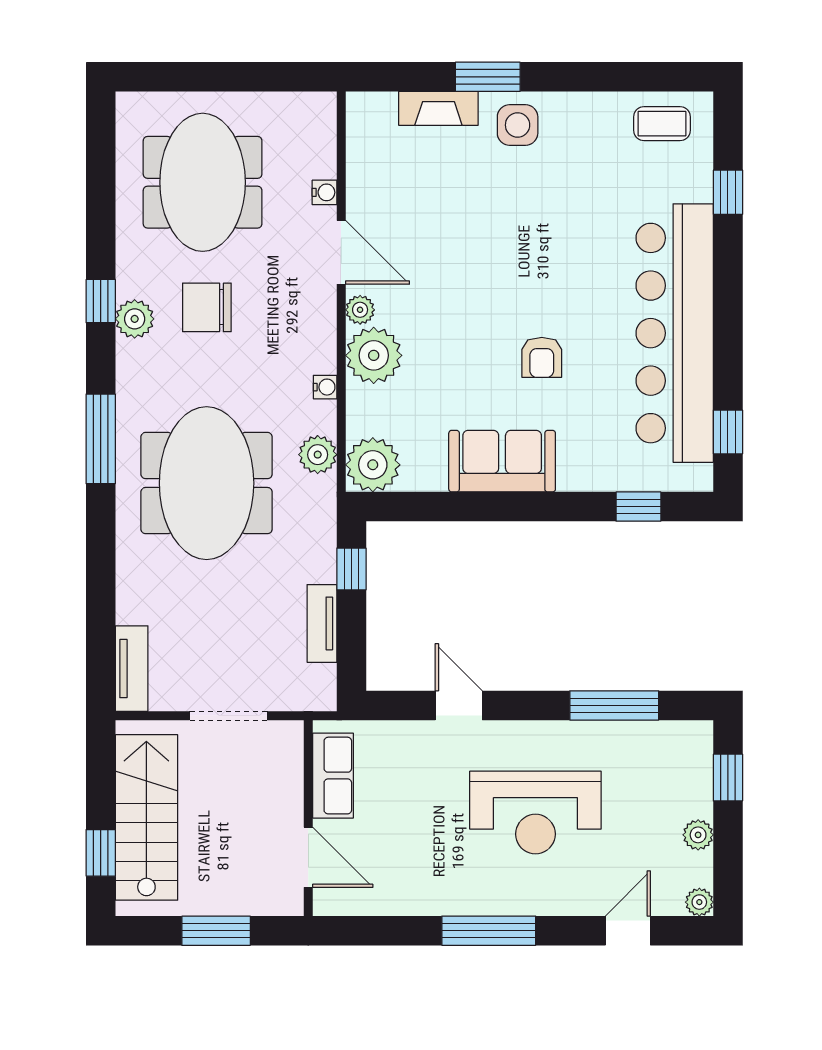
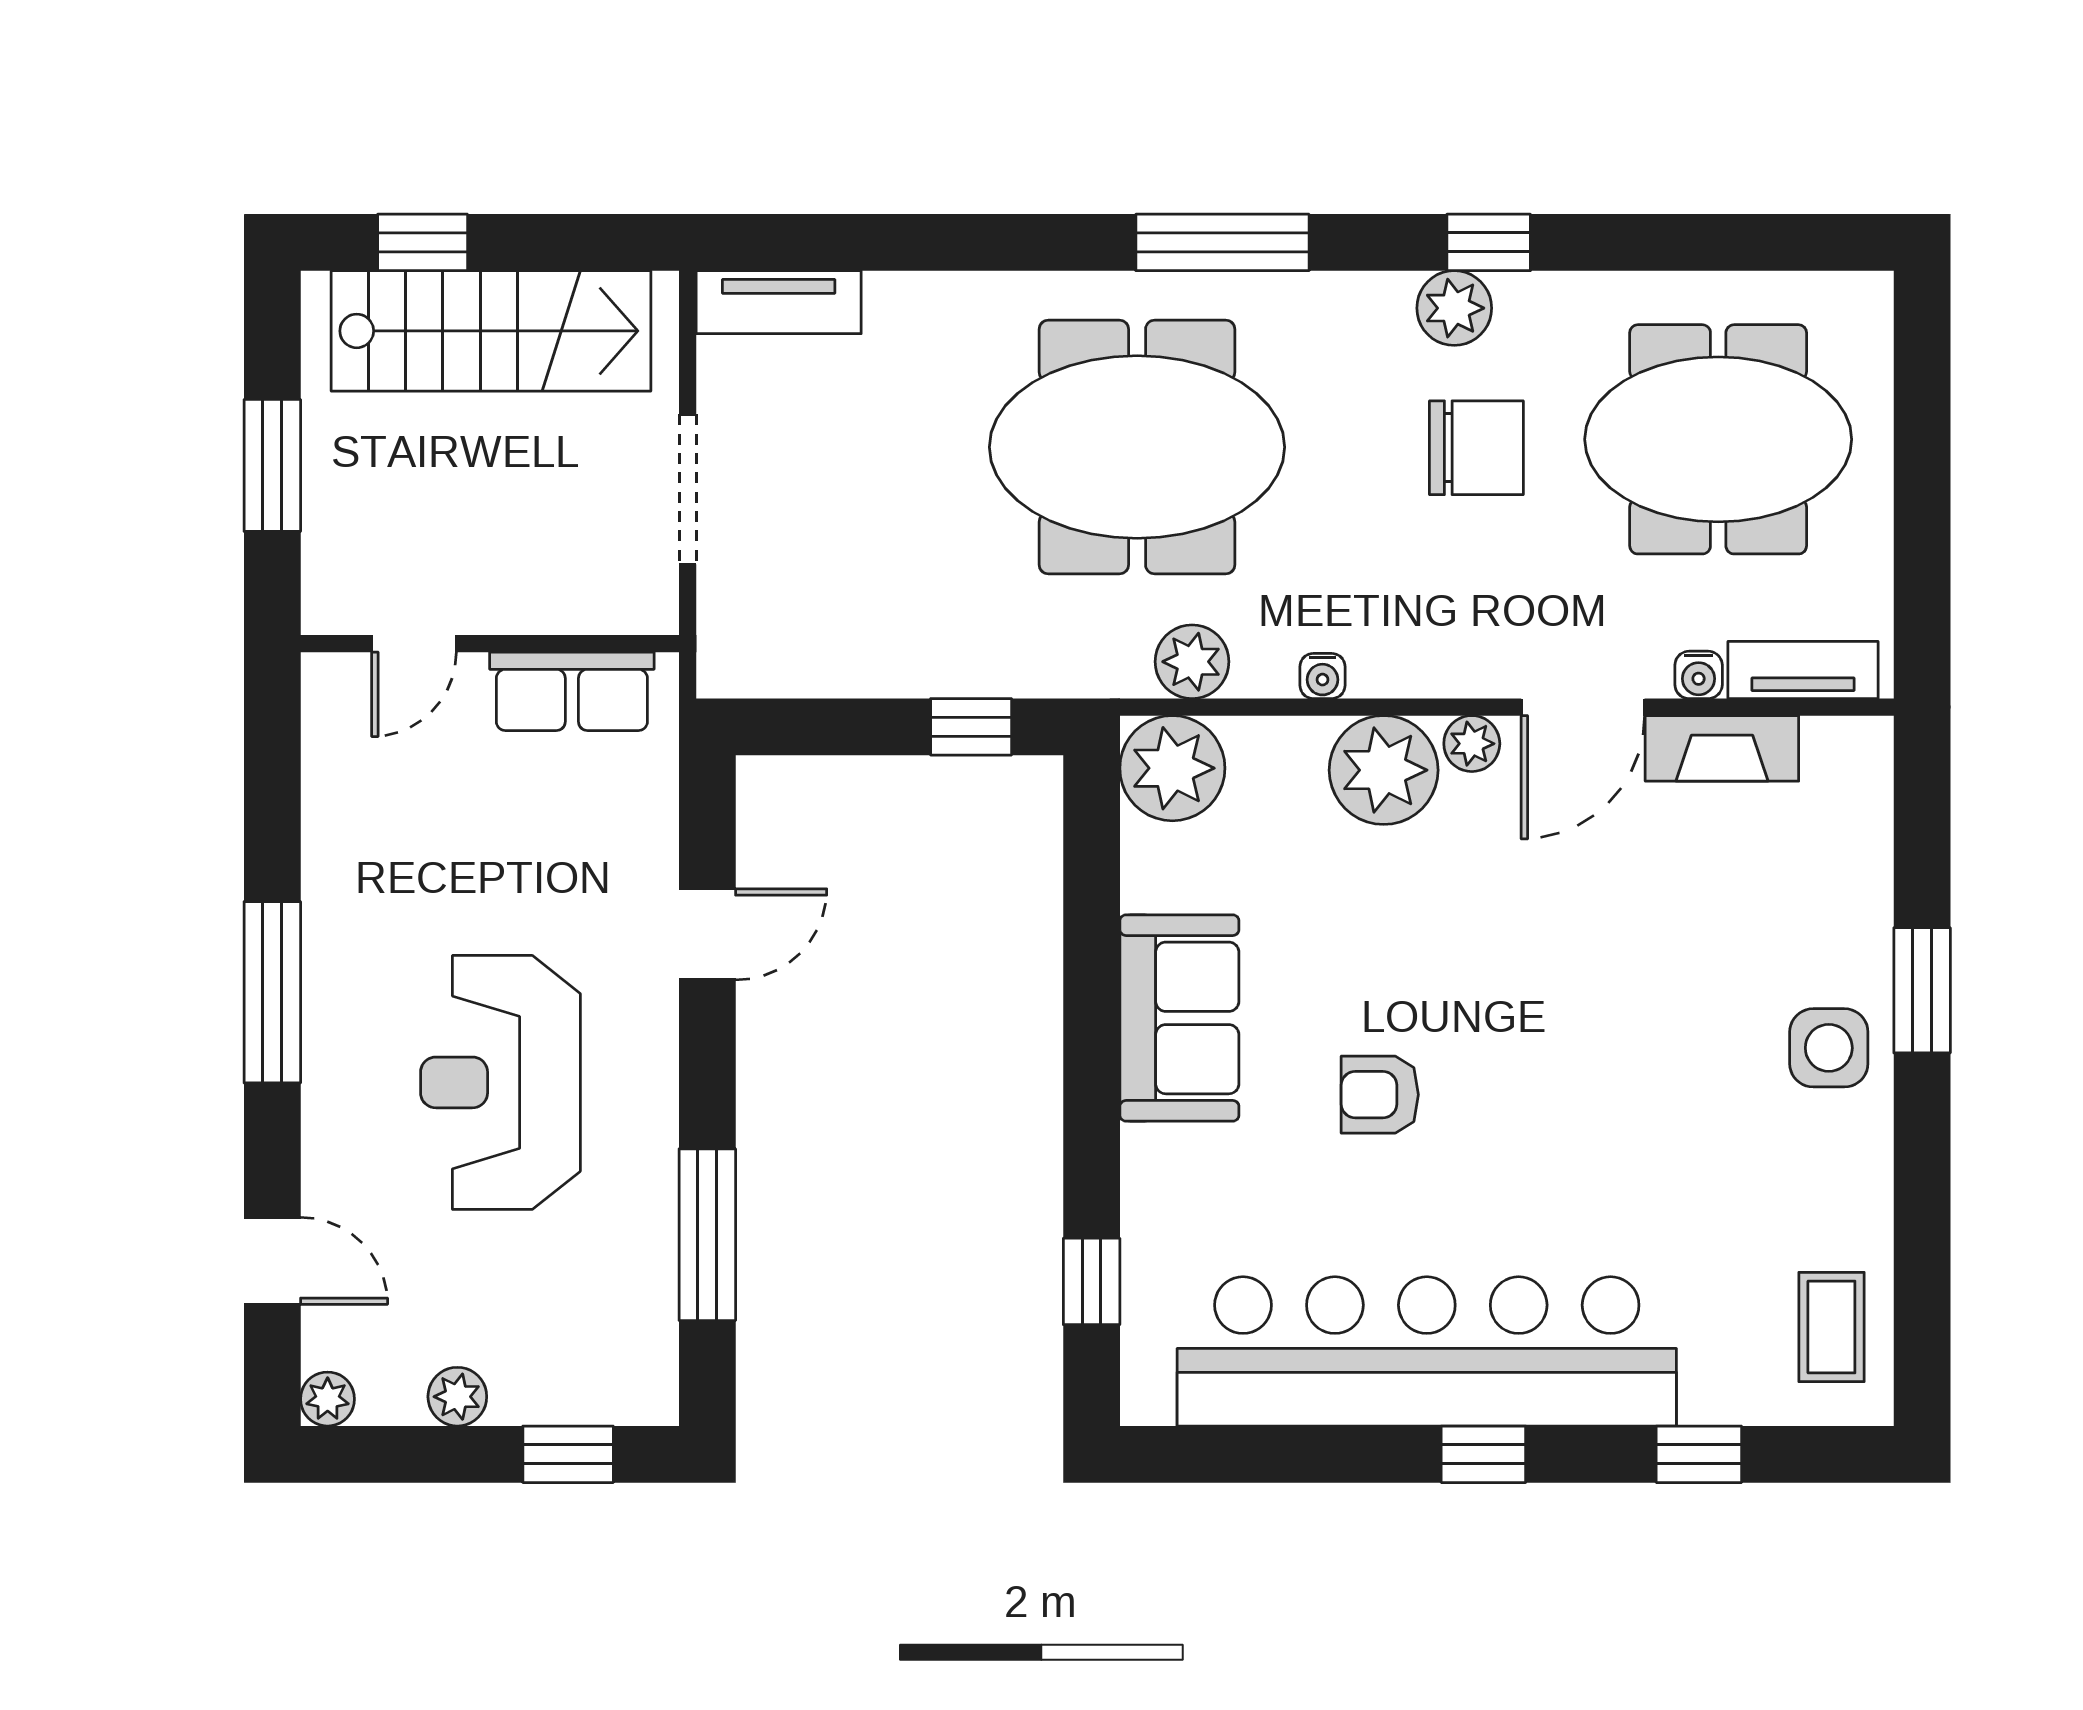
fireplace: (438, 108) -> (1722, 748), moved, turned -90
chair: (207, 307) -> (1476, 448), turned 90
window: (728, 432) -> (1483, 1454), moved
tv unit: (322, 623) -> (1803, 670), moved
door: (308, 857) -> (414, 644), width x0.73

